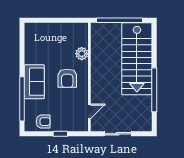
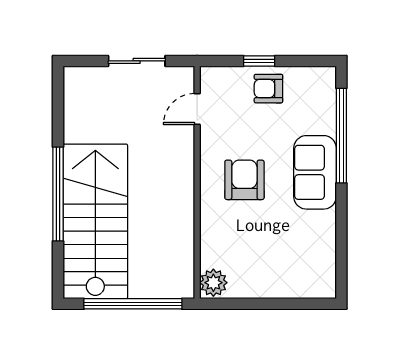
plant: (82, 54) -> (213, 283), moved
window: (154, 90) -> (58, 194), moved
armchair: (43, 122) -> (268, 89), moved

